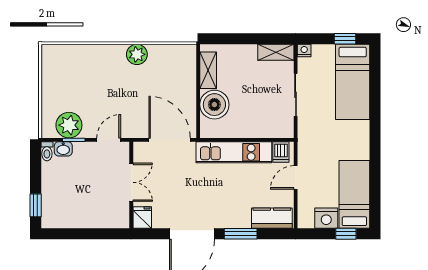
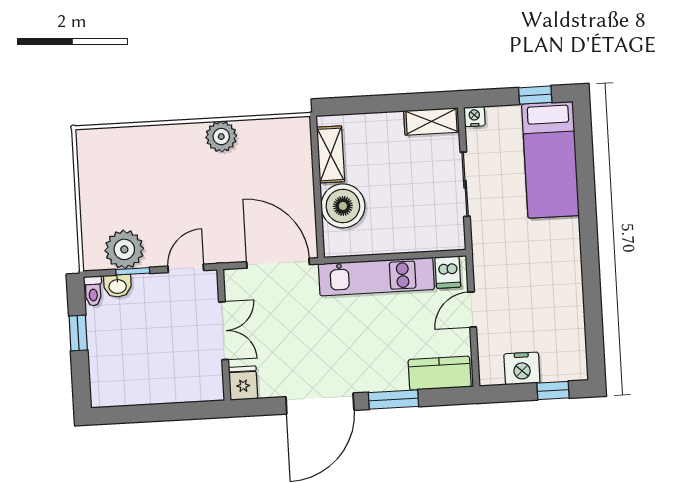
bed: (354, 194) -> (563, 330), removed
window: (36, 205) -> (78, 333), moved

